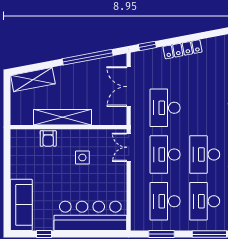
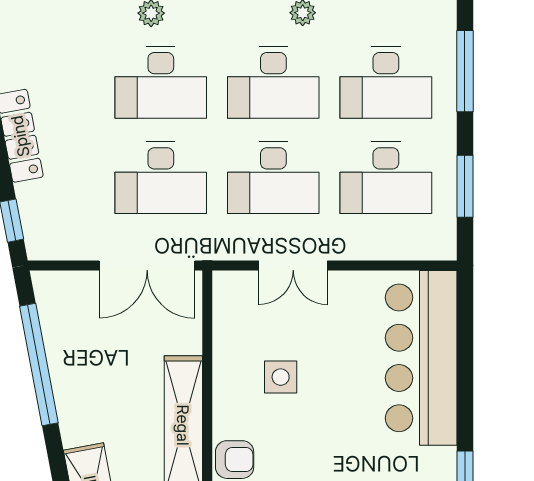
double door: (129, 87) -> (147, 265), moved
desk: (205, 108) -> (161, 82), added
double door: (129, 147) -> (293, 265), moved

